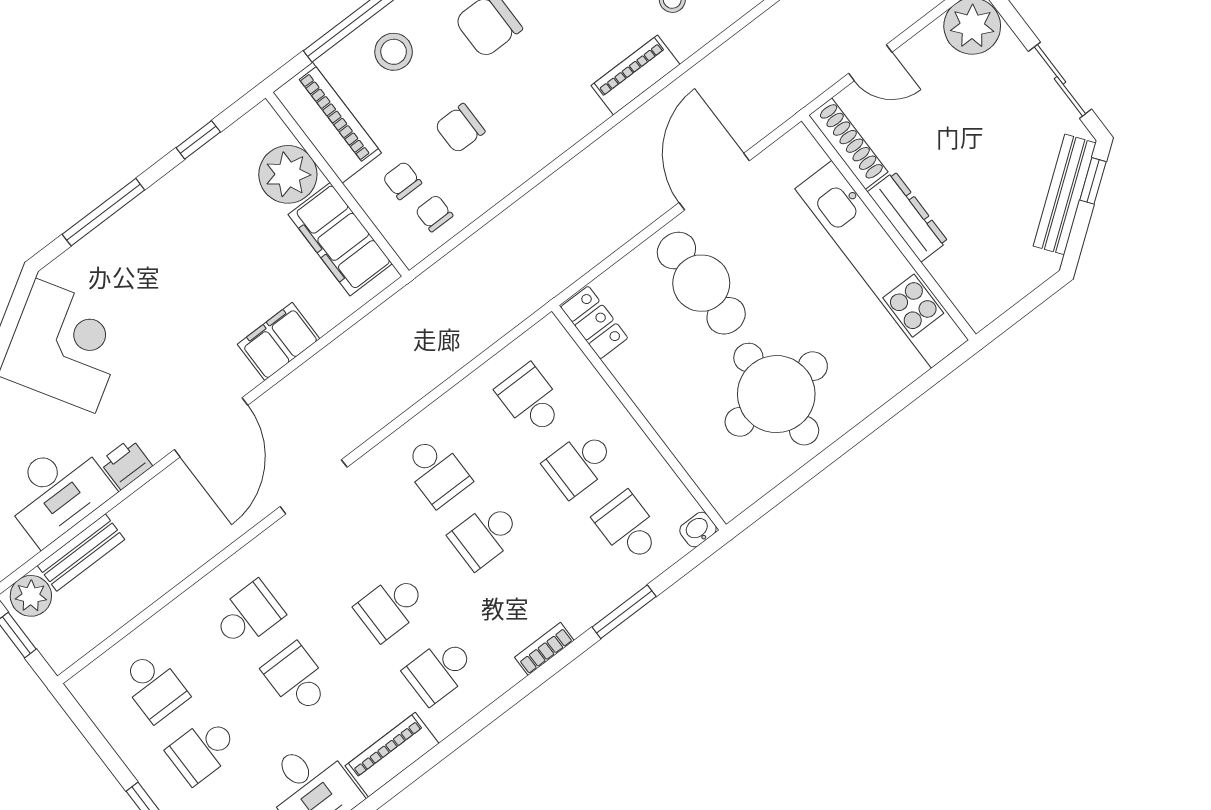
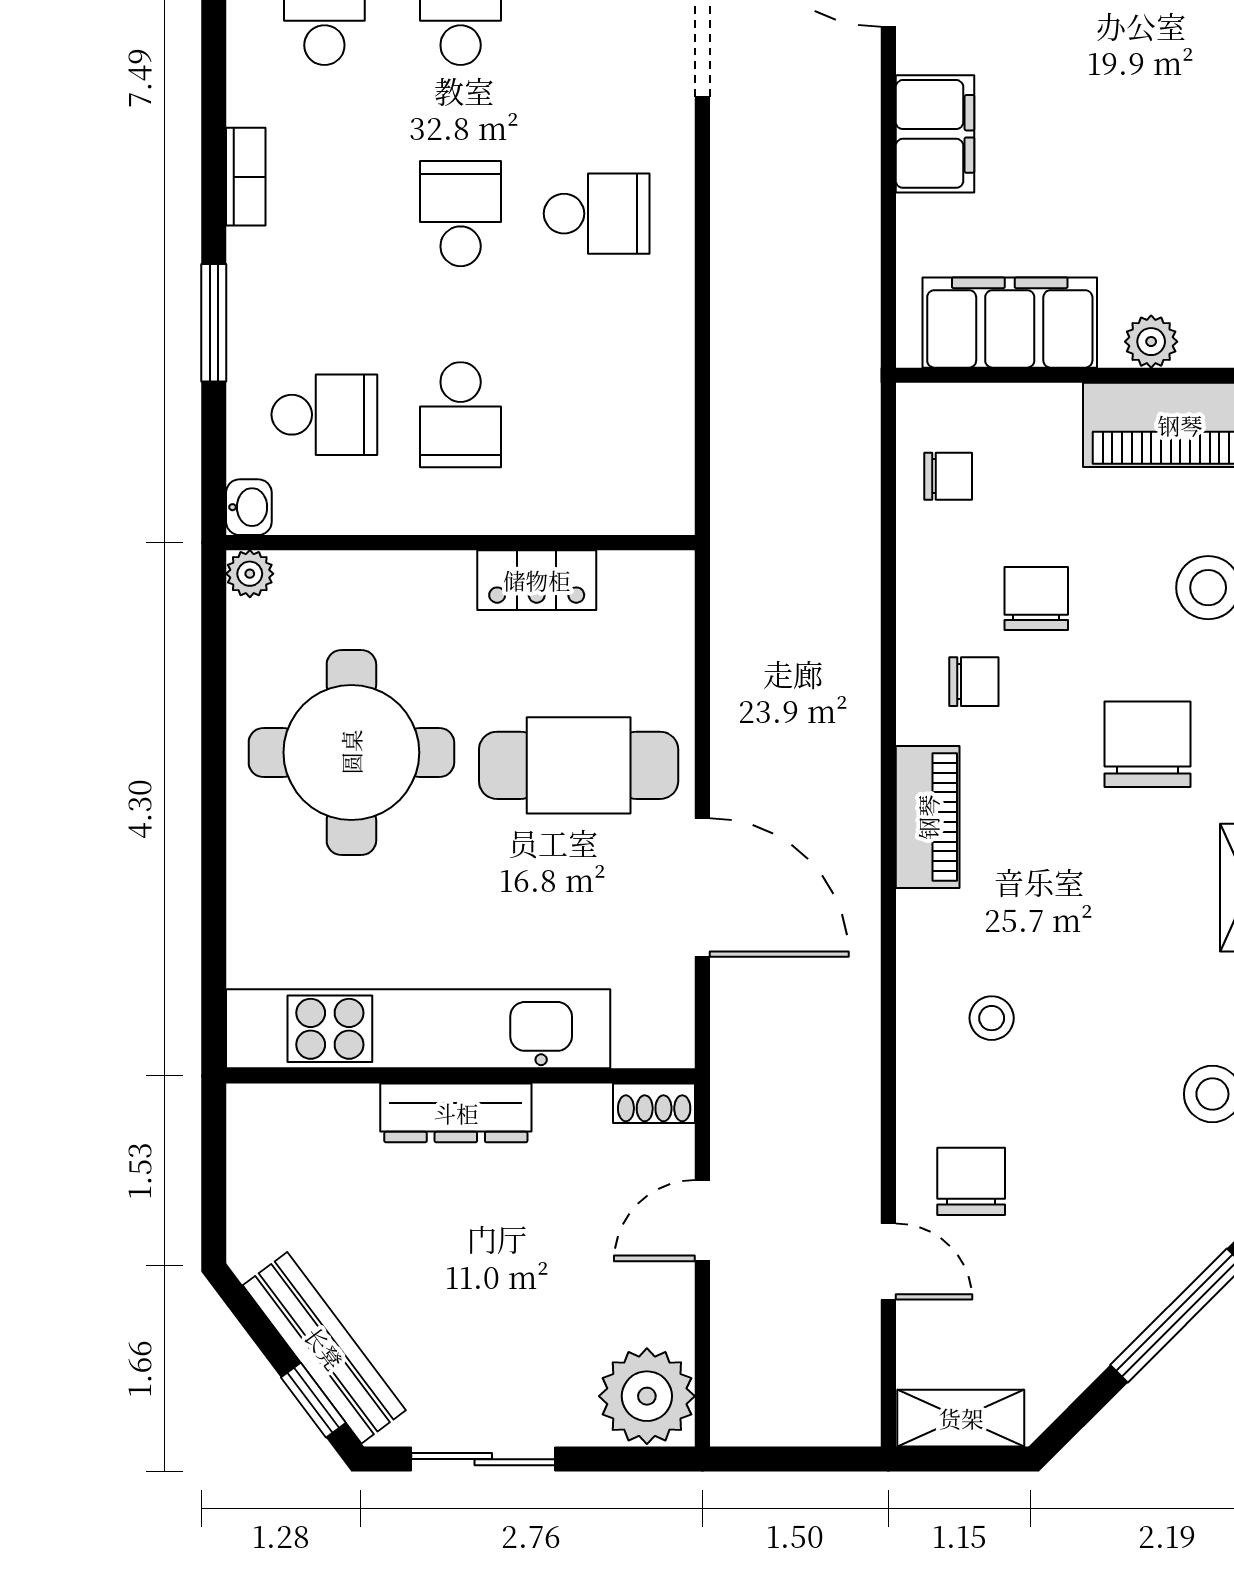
piano: (635, 75) -> (928, 817), moved
shoe rack: (848, 144) -> (654, 1103), width x0.51, depth x0.81
plant: (288, 174) -> (1151, 342), width x0.53, depth x0.53
chair: (402, 180) -> (974, 682), moved
locker: (594, 322) -> (537, 580), moved
school desk: (531, 400) -> (597, 415), removed
school desk: (579, 463) -> (461, 415), turned 180
school desk: (436, 471) -> (597, 214), turned 180
plant: (729, 505) -> (250, 574), added

